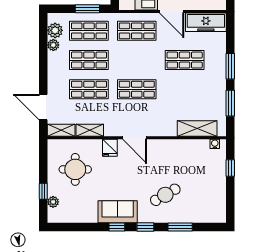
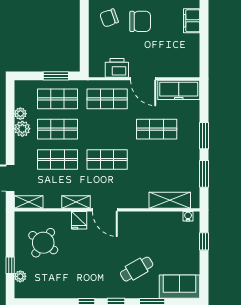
plant: (55, 30) -> (22, 129), moved
shelving: (90, 130) -> (76, 202), moved
round table: (75, 169) -> (43, 243), turned 35
sofa: (118, 212) -> (180, 287), moved

